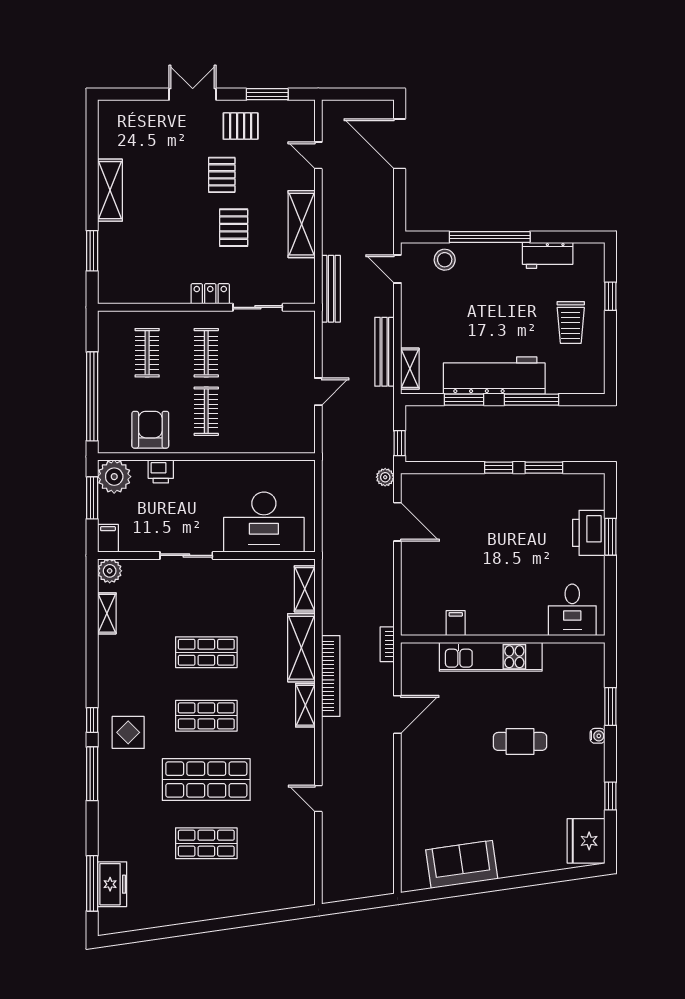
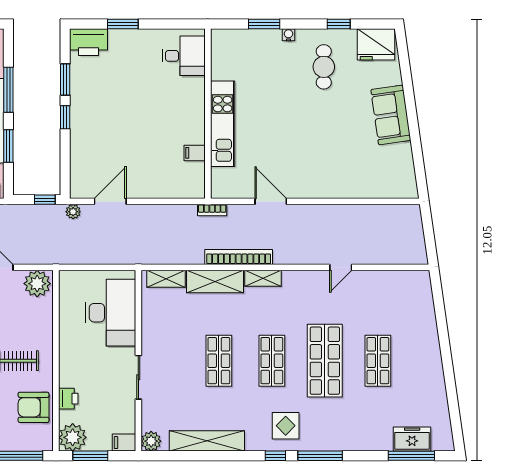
plant: (299, 434) -> (37, 284), added
printer: (589, 533) -> (88, 42), moved
shelving: (107, 613) -> (207, 441), width x2.20, depth x1.33
cafe table: (520, 741) -> (324, 67), moved
sofa: (462, 864) -> (391, 115), moved

